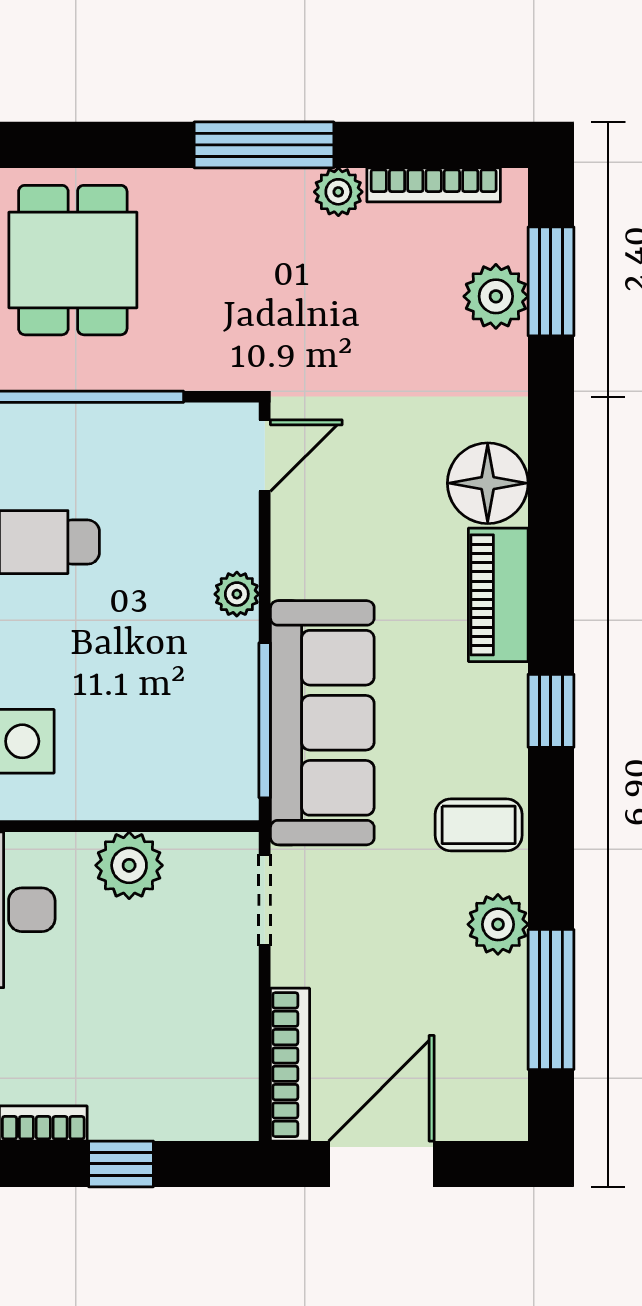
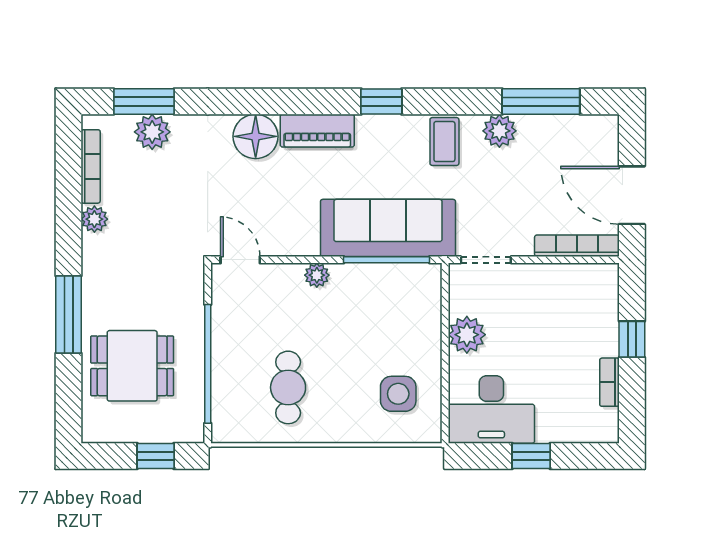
window: (264, 145) -> (68, 315), moved

